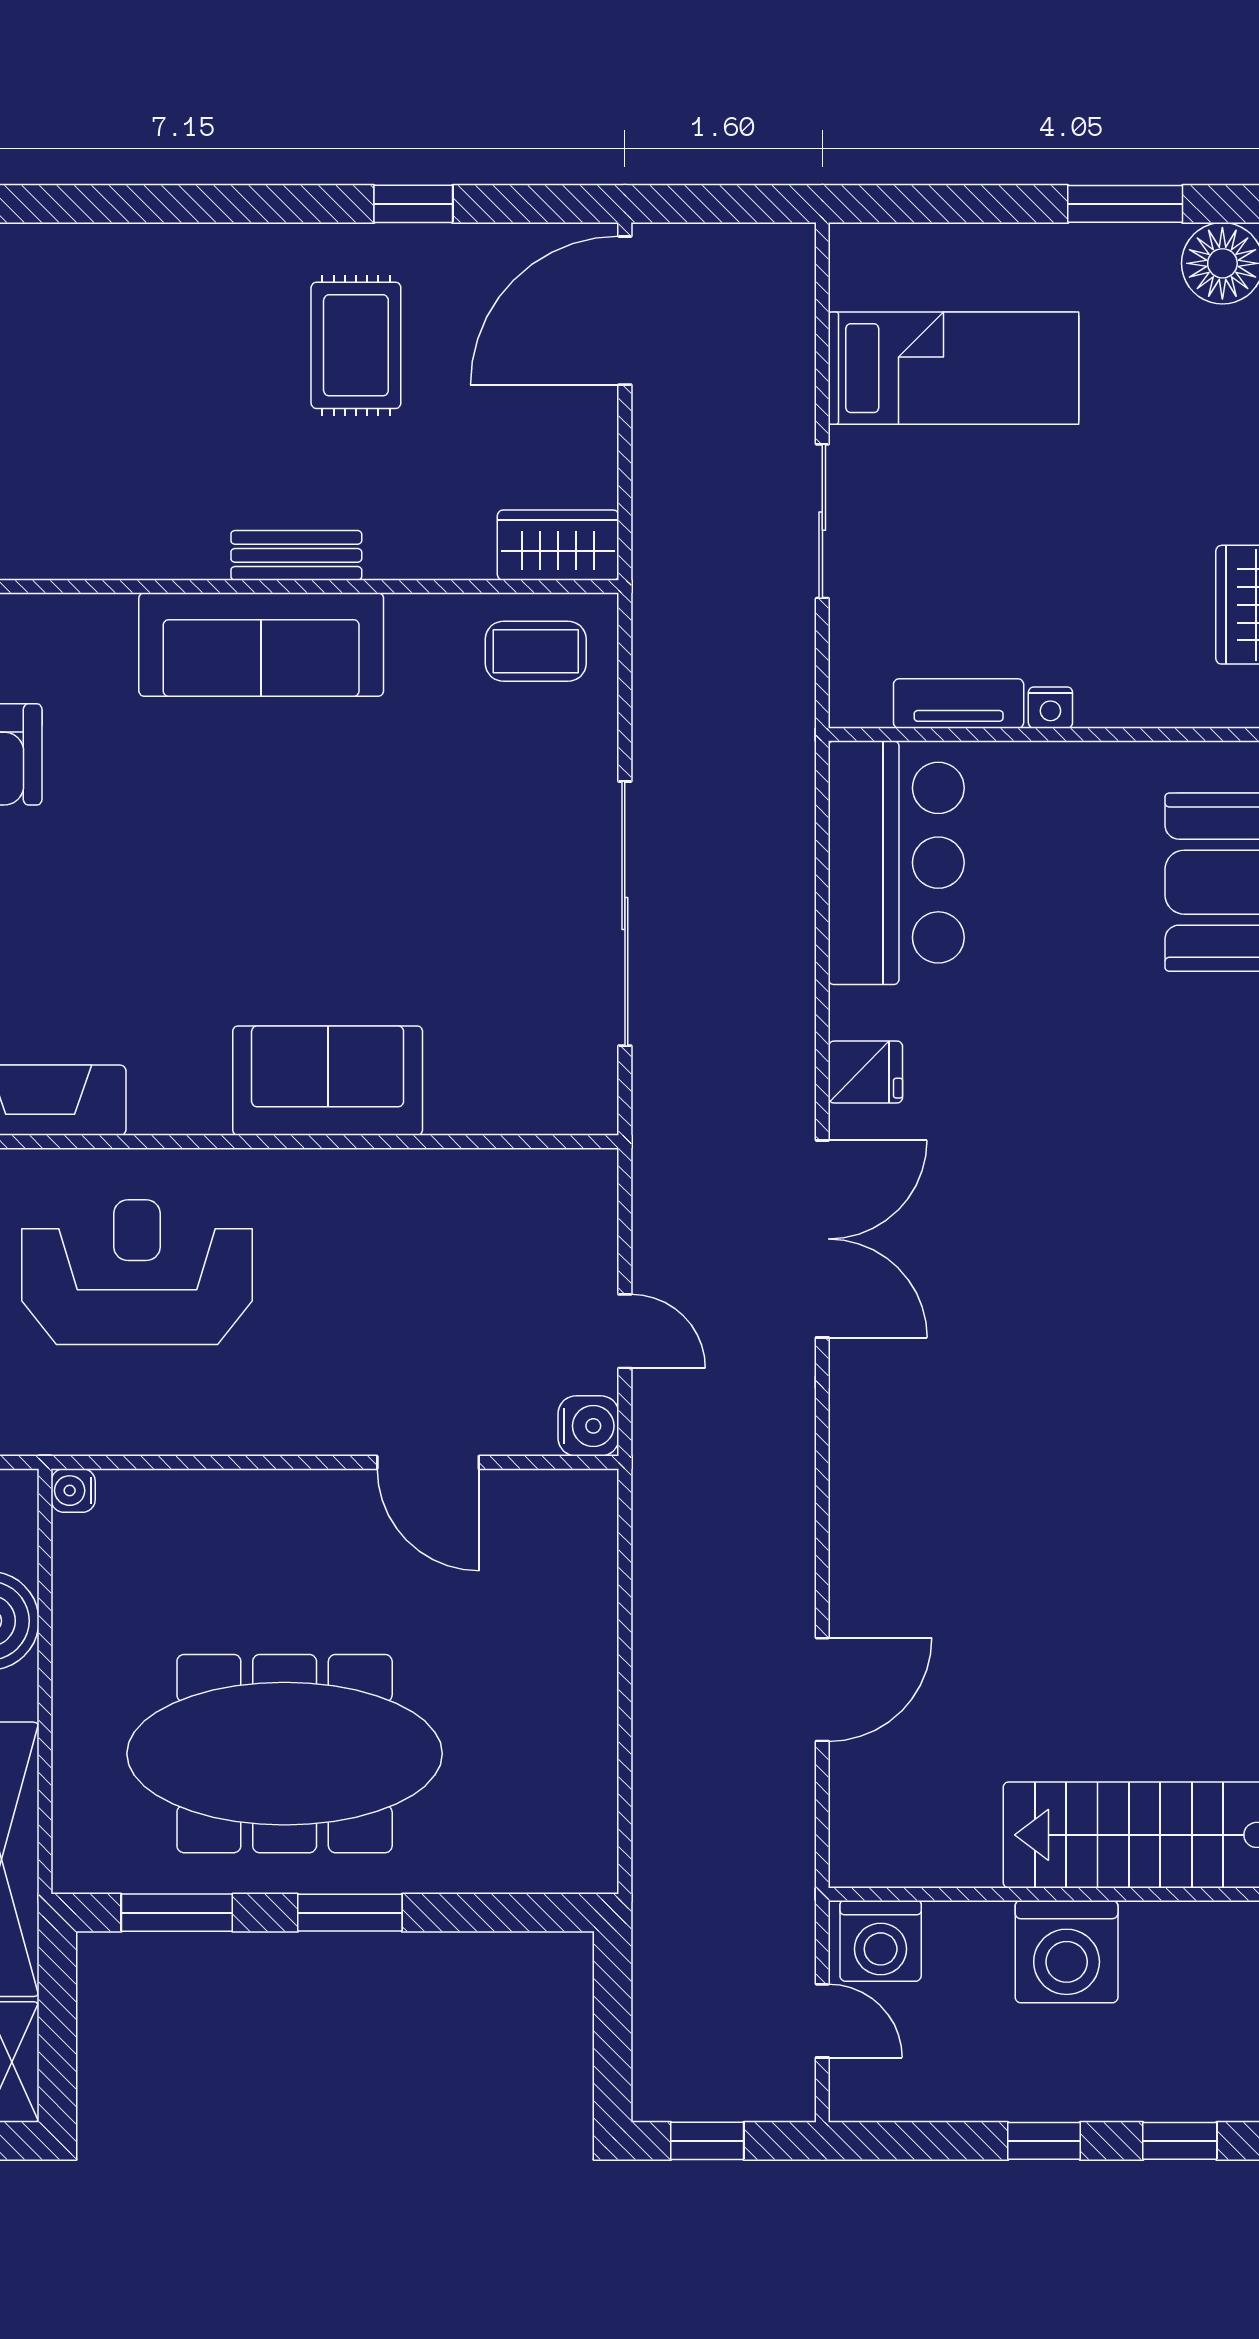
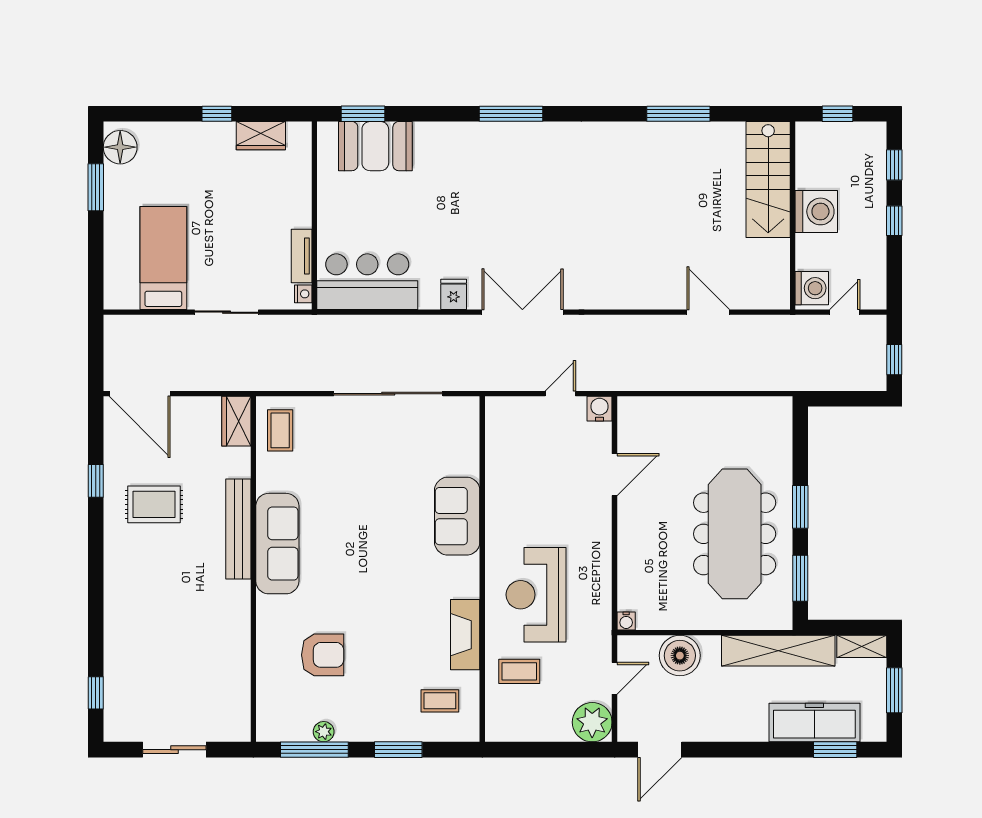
bench: (296, 555) -> (238, 529), width x1.86, depth x1.21
nightstand: (1050, 708) -> (303, 294), moved

